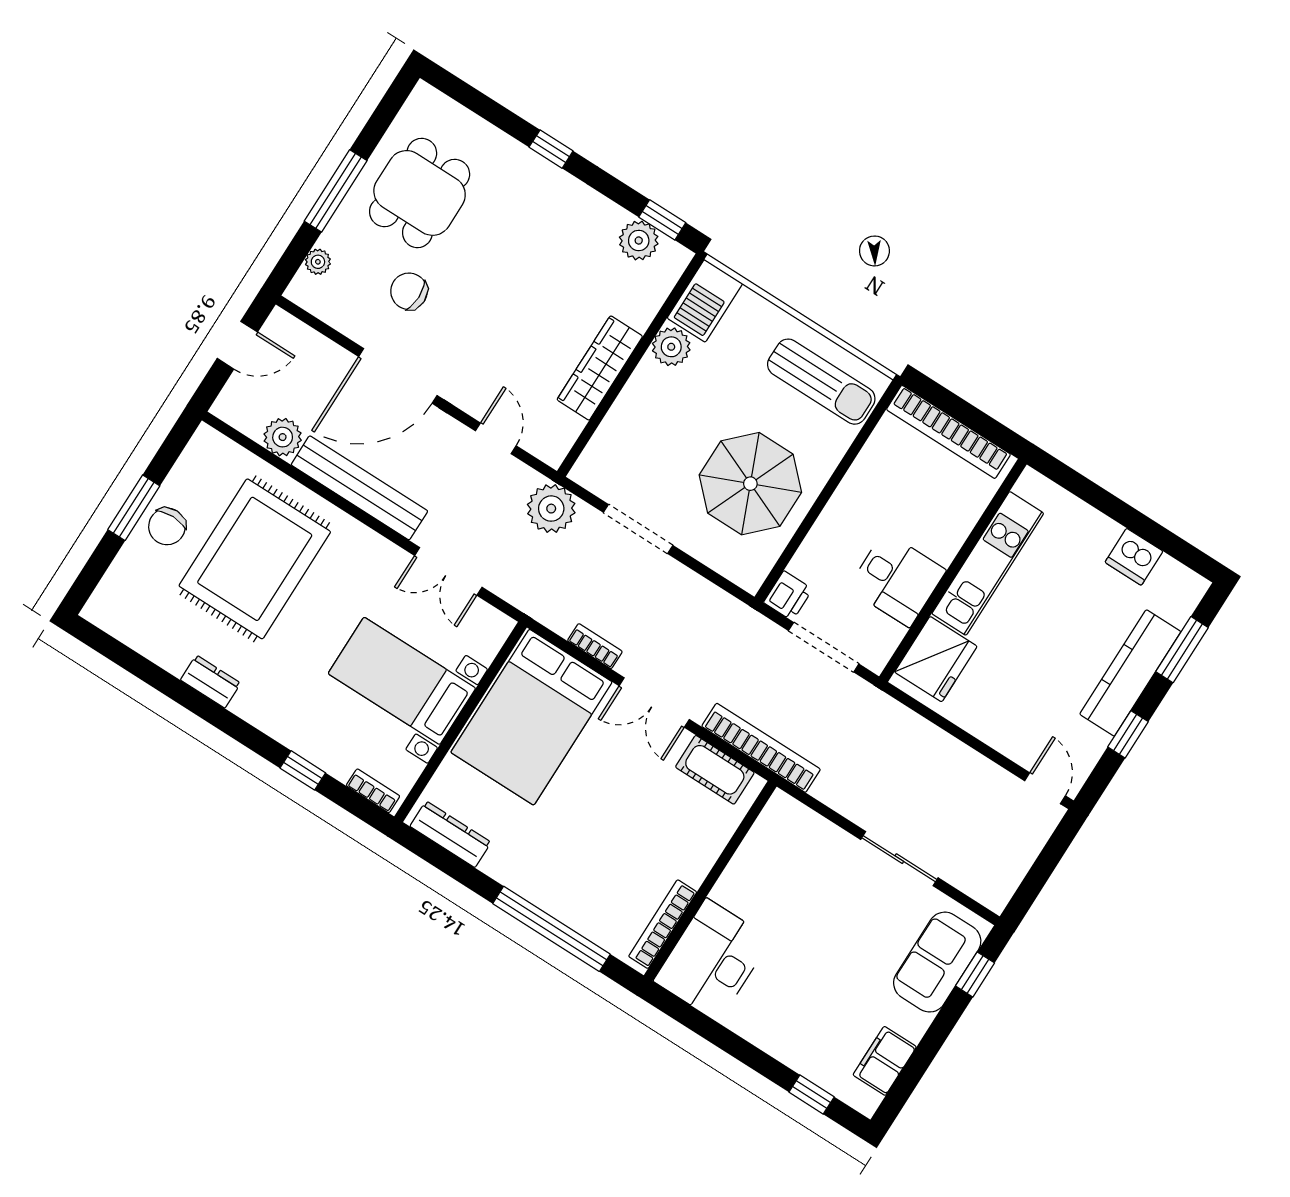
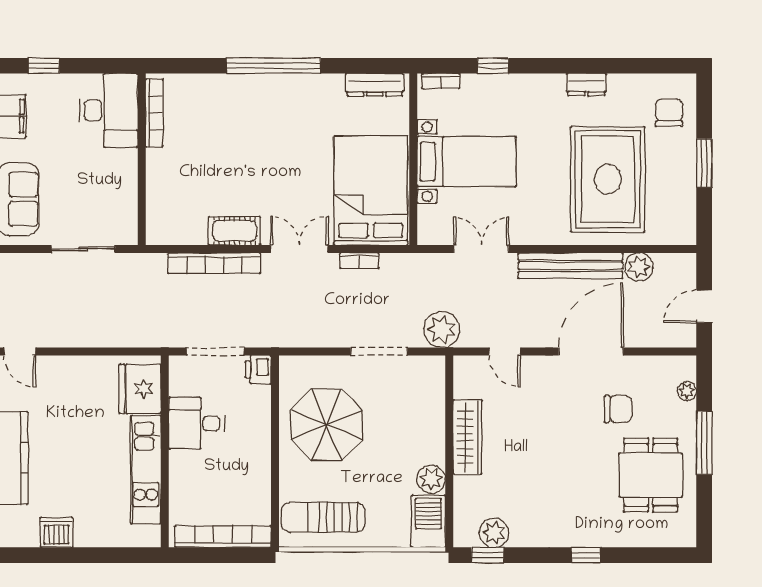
chair: (167, 526) -> (669, 113), moved
wall: (710, 881) -> (142, 159), moved
bookcase: (663, 924) -> (154, 113), moved
desk: (712, 960) -> (109, 110), moved

